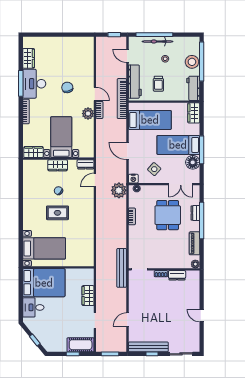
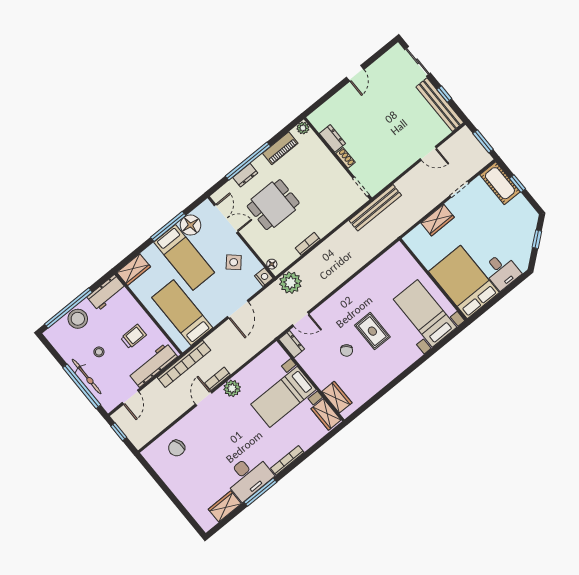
chair: (67, 87) -> (177, 448), moved
wardrobe: (58, 165) -> (337, 397), moved

